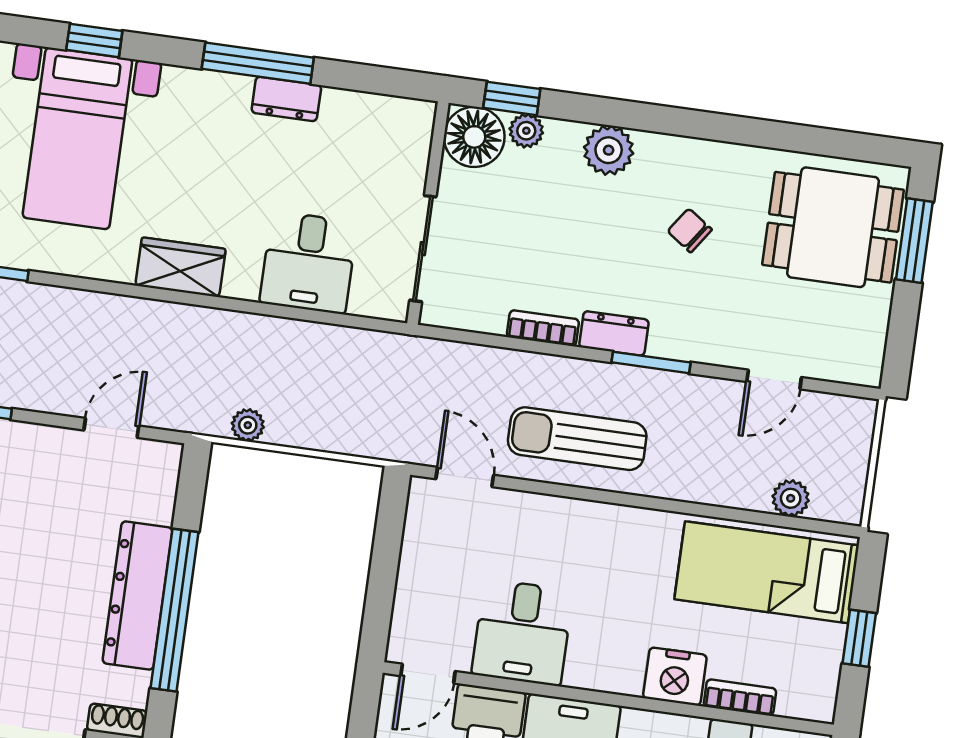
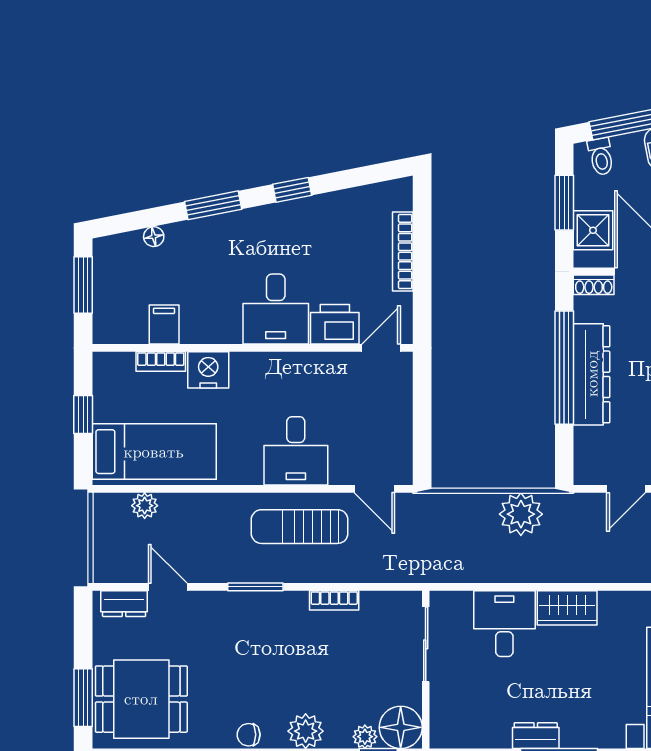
chair: (690, 230) -> (249, 735), moved, turned 145
wardrobe: (180, 267) -> (567, 608), moved
dresser: (614, 333) -> (124, 604), moved
door: (774, 380) -> (168, 587), hinge flipped
plant: (248, 425) -> (521, 514), width x1.87, depth x1.87
sun lounger: (577, 439) -> (300, 527), turned 180
desk: (522, 632) -> (296, 451), moved, turned 180

